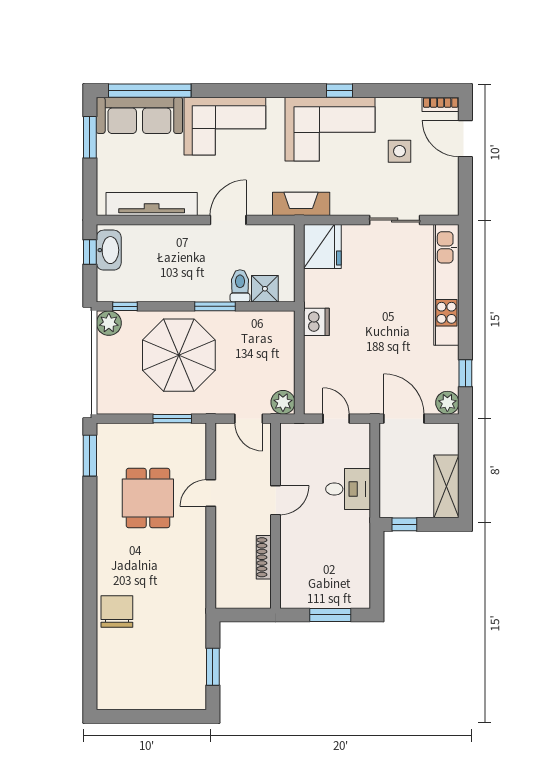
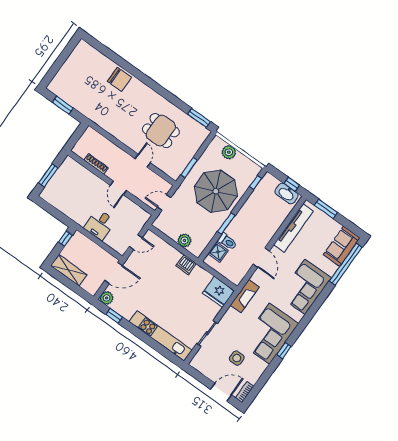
sofa: (139, 115) -> (342, 246), width x0.73
window: (90, 137) -> (326, 209), moved
plant: (109, 323) -> (229, 152), moved
plant: (283, 402) -> (184, 240), moved

